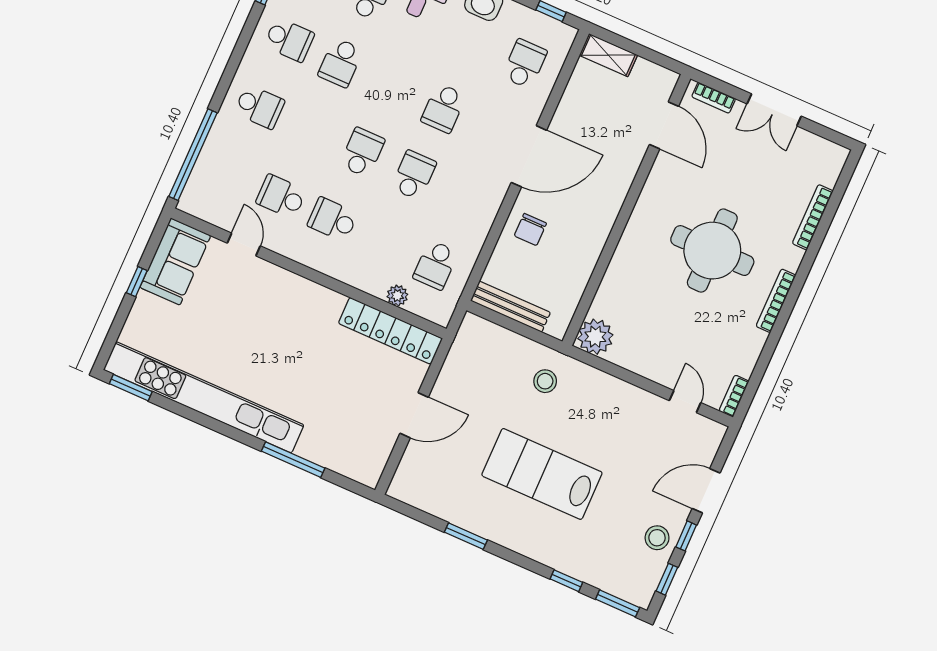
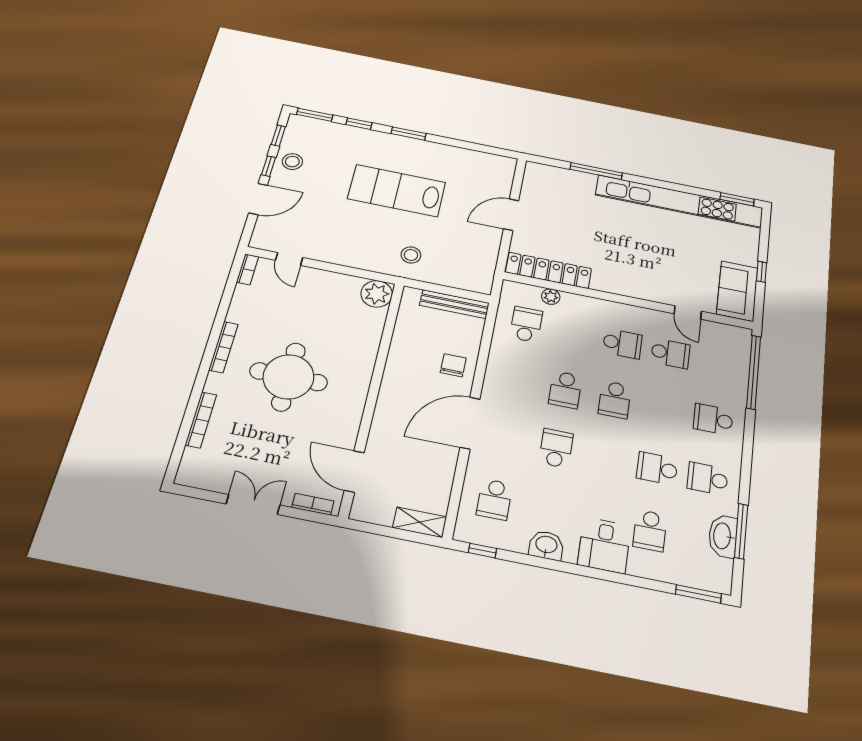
school desk: (341, 63) -> (657, 469), turned -90
lab bench: (542, 474) -> (397, 191), turned 180
window: (466, 536) -> (408, 134), moved

